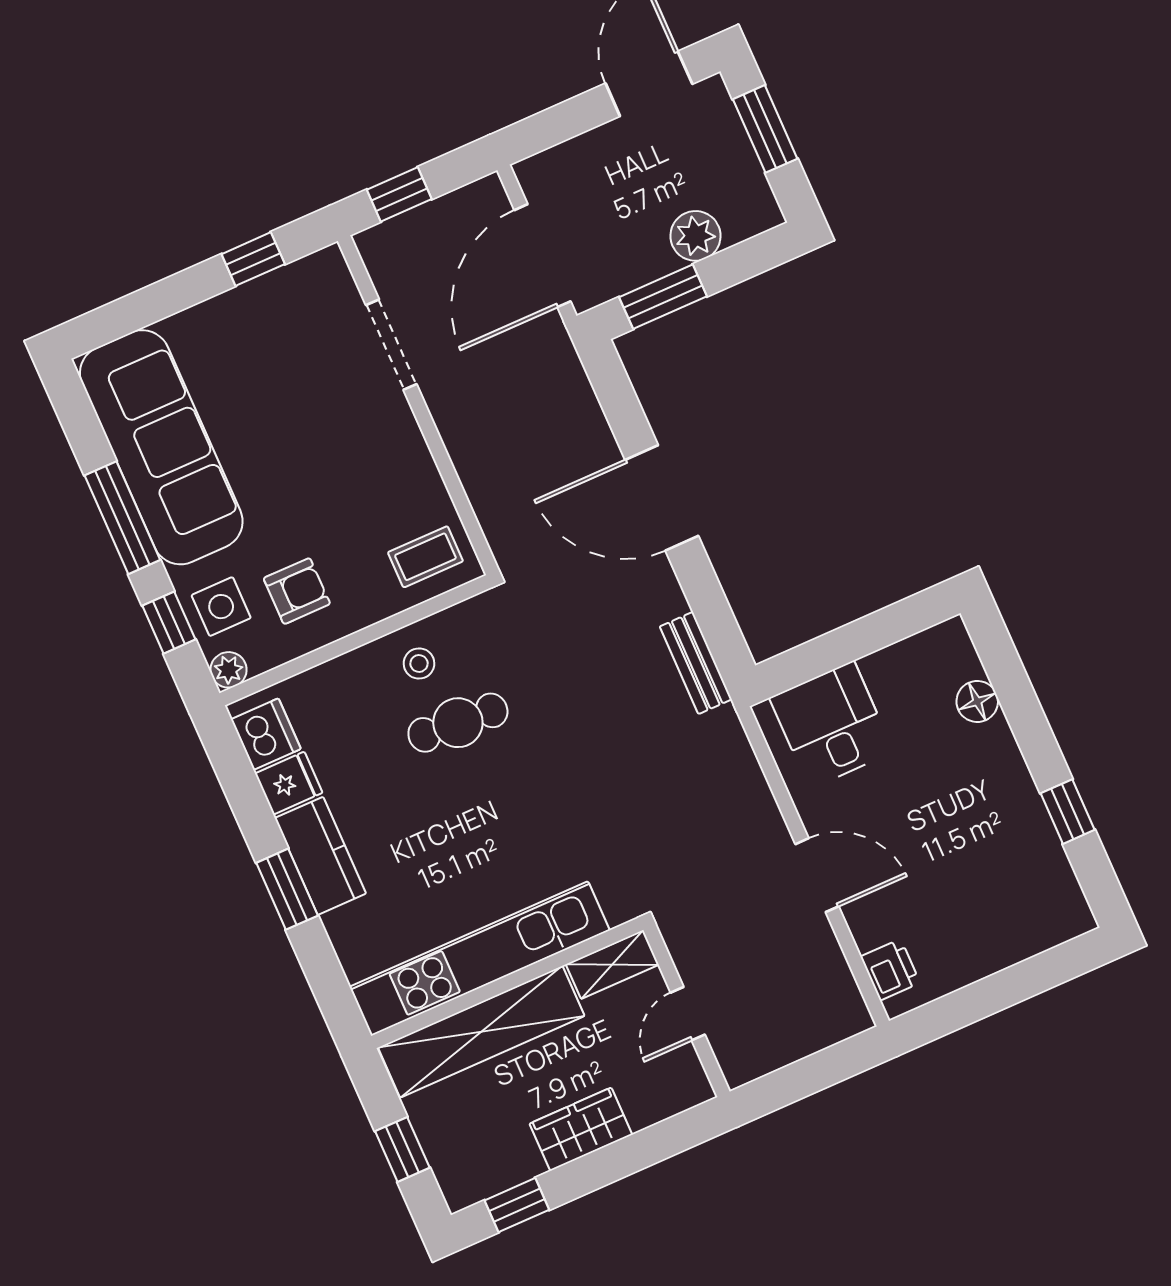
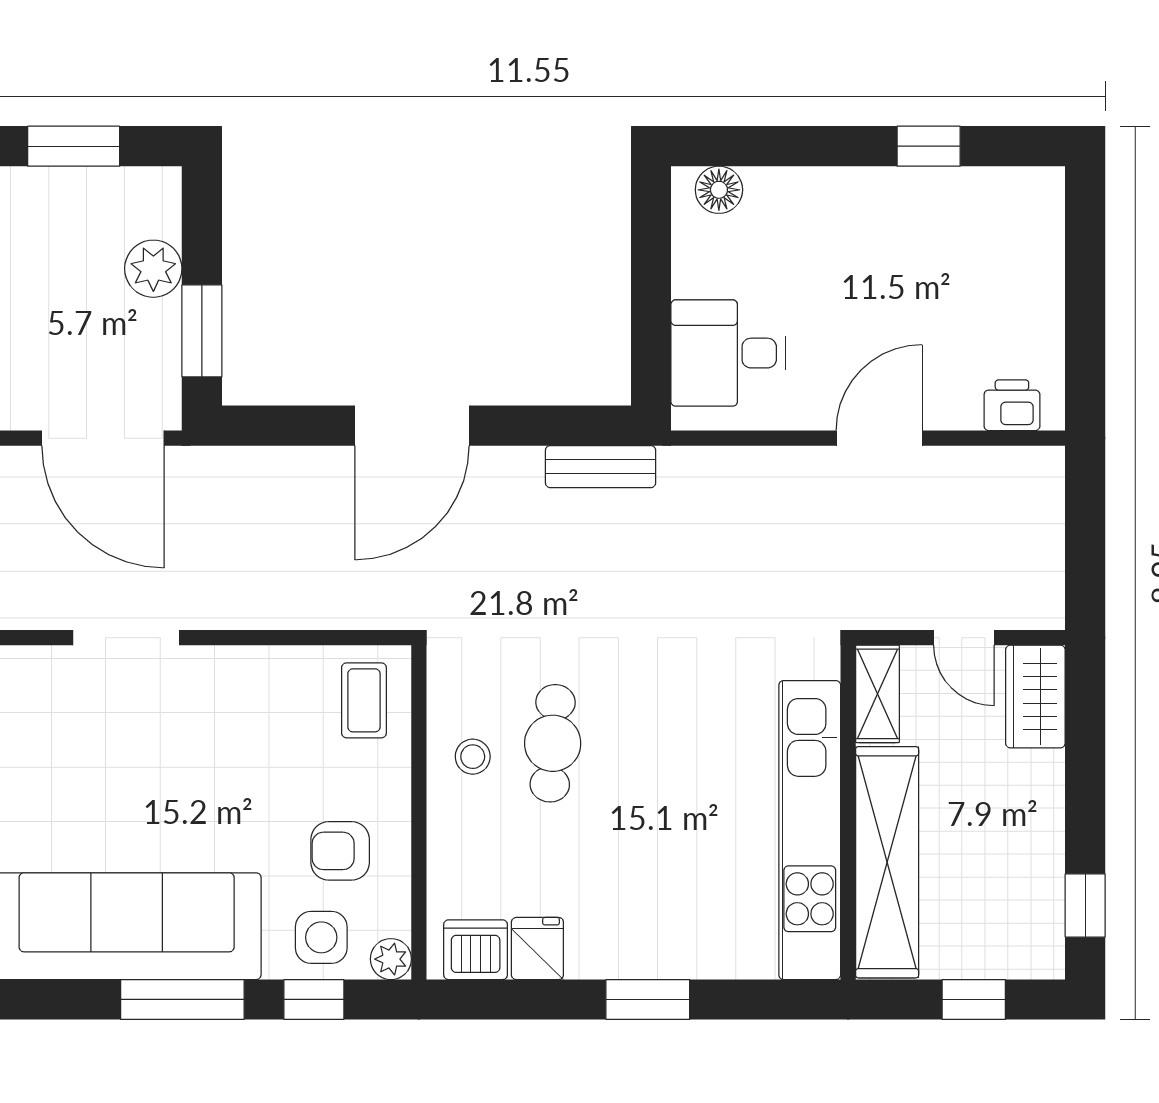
armchair: (297, 591) -> (340, 851), turned -90
floor lamp: (977, 701) -> (719, 190), moved
kitchen counter: (320, 856) -> (628, 949), removed
wardrobe: (581, 1129) -> (1035, 697), moved

